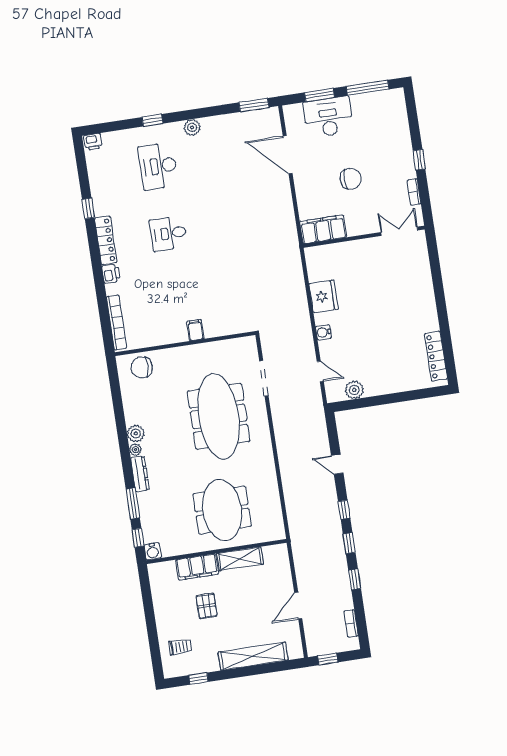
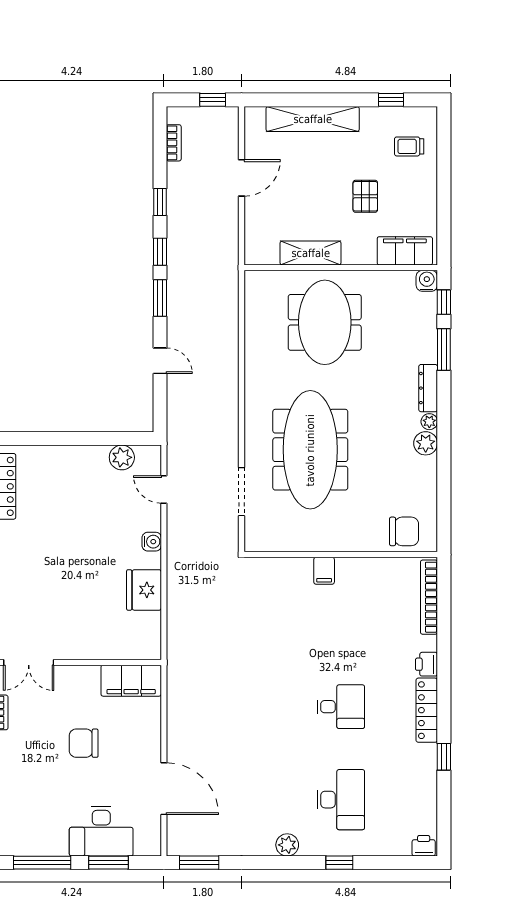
window: (344, 510) -> (160, 298), width x1.50
filing cabinet: (197, 567) -> (405, 251), moved

